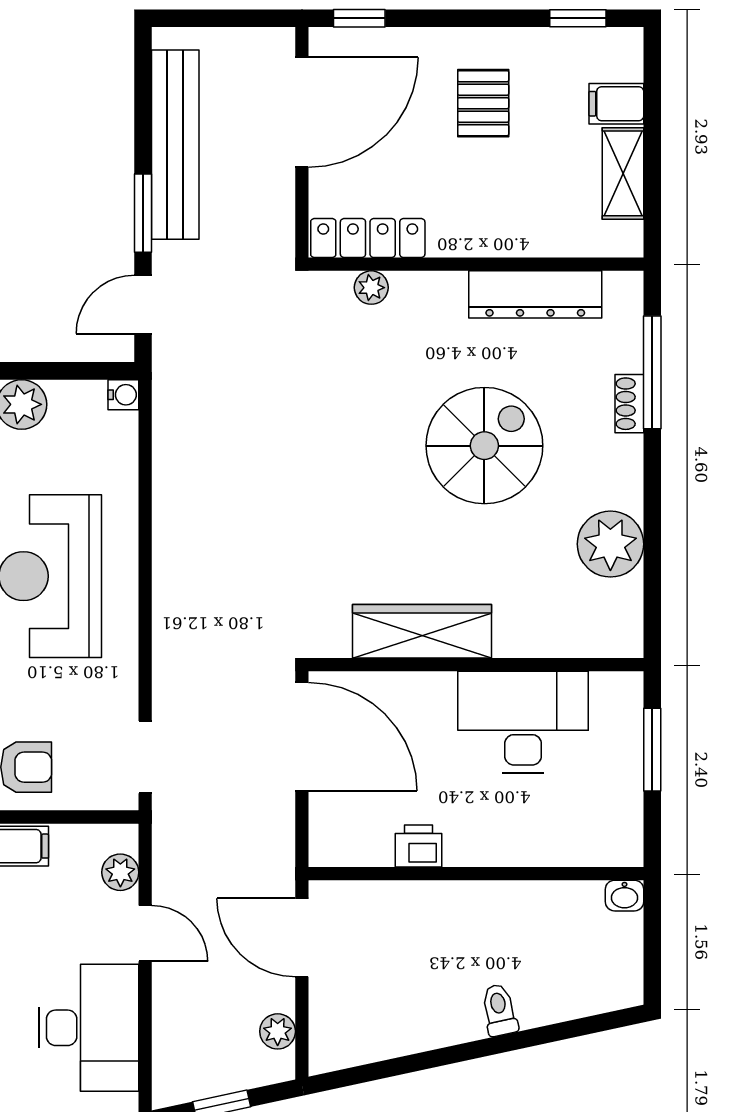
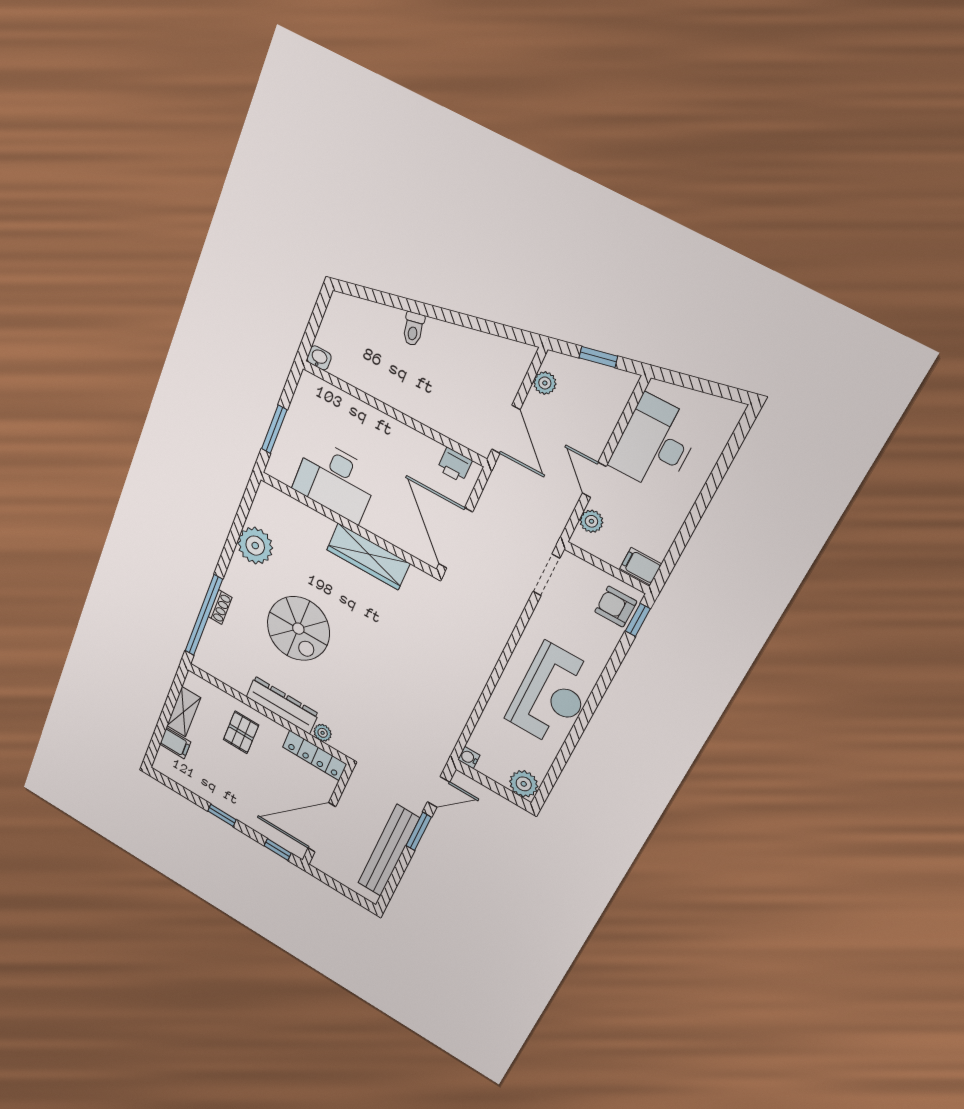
window: (578, 18) -> (222, 815), moved
pallet: (483, 103) -> (241, 732), moved
dresser: (535, 294) -> (282, 705), moved
window: (652, 372) -> (204, 615), width x1.46
spiral stairs: (484, 446) -> (298, 629), turned -90
printer: (418, 846) -> (455, 465), moved

